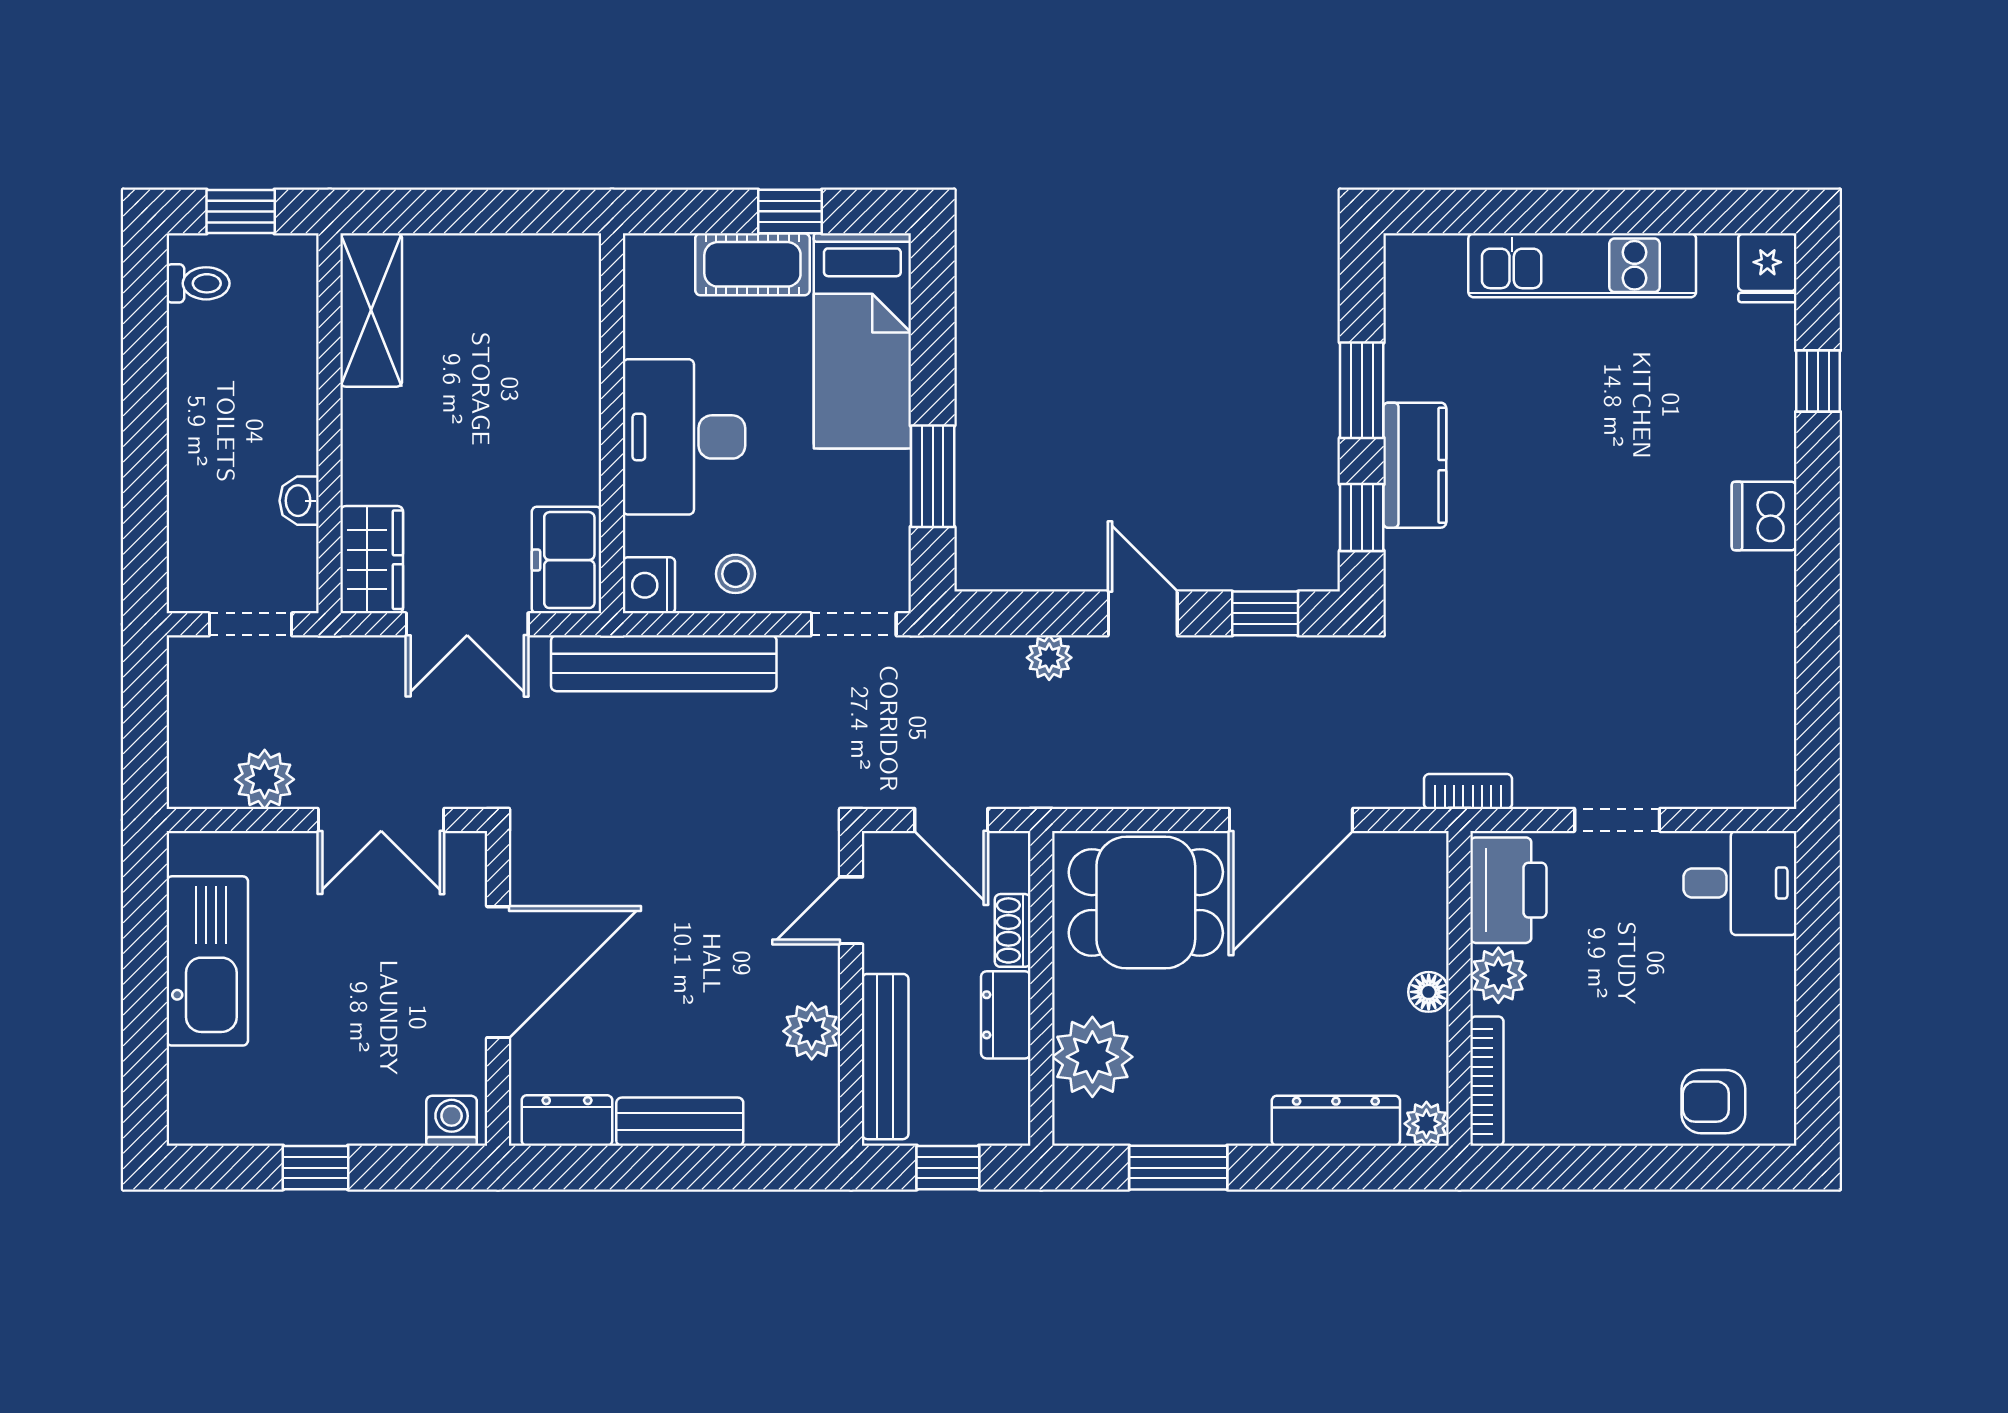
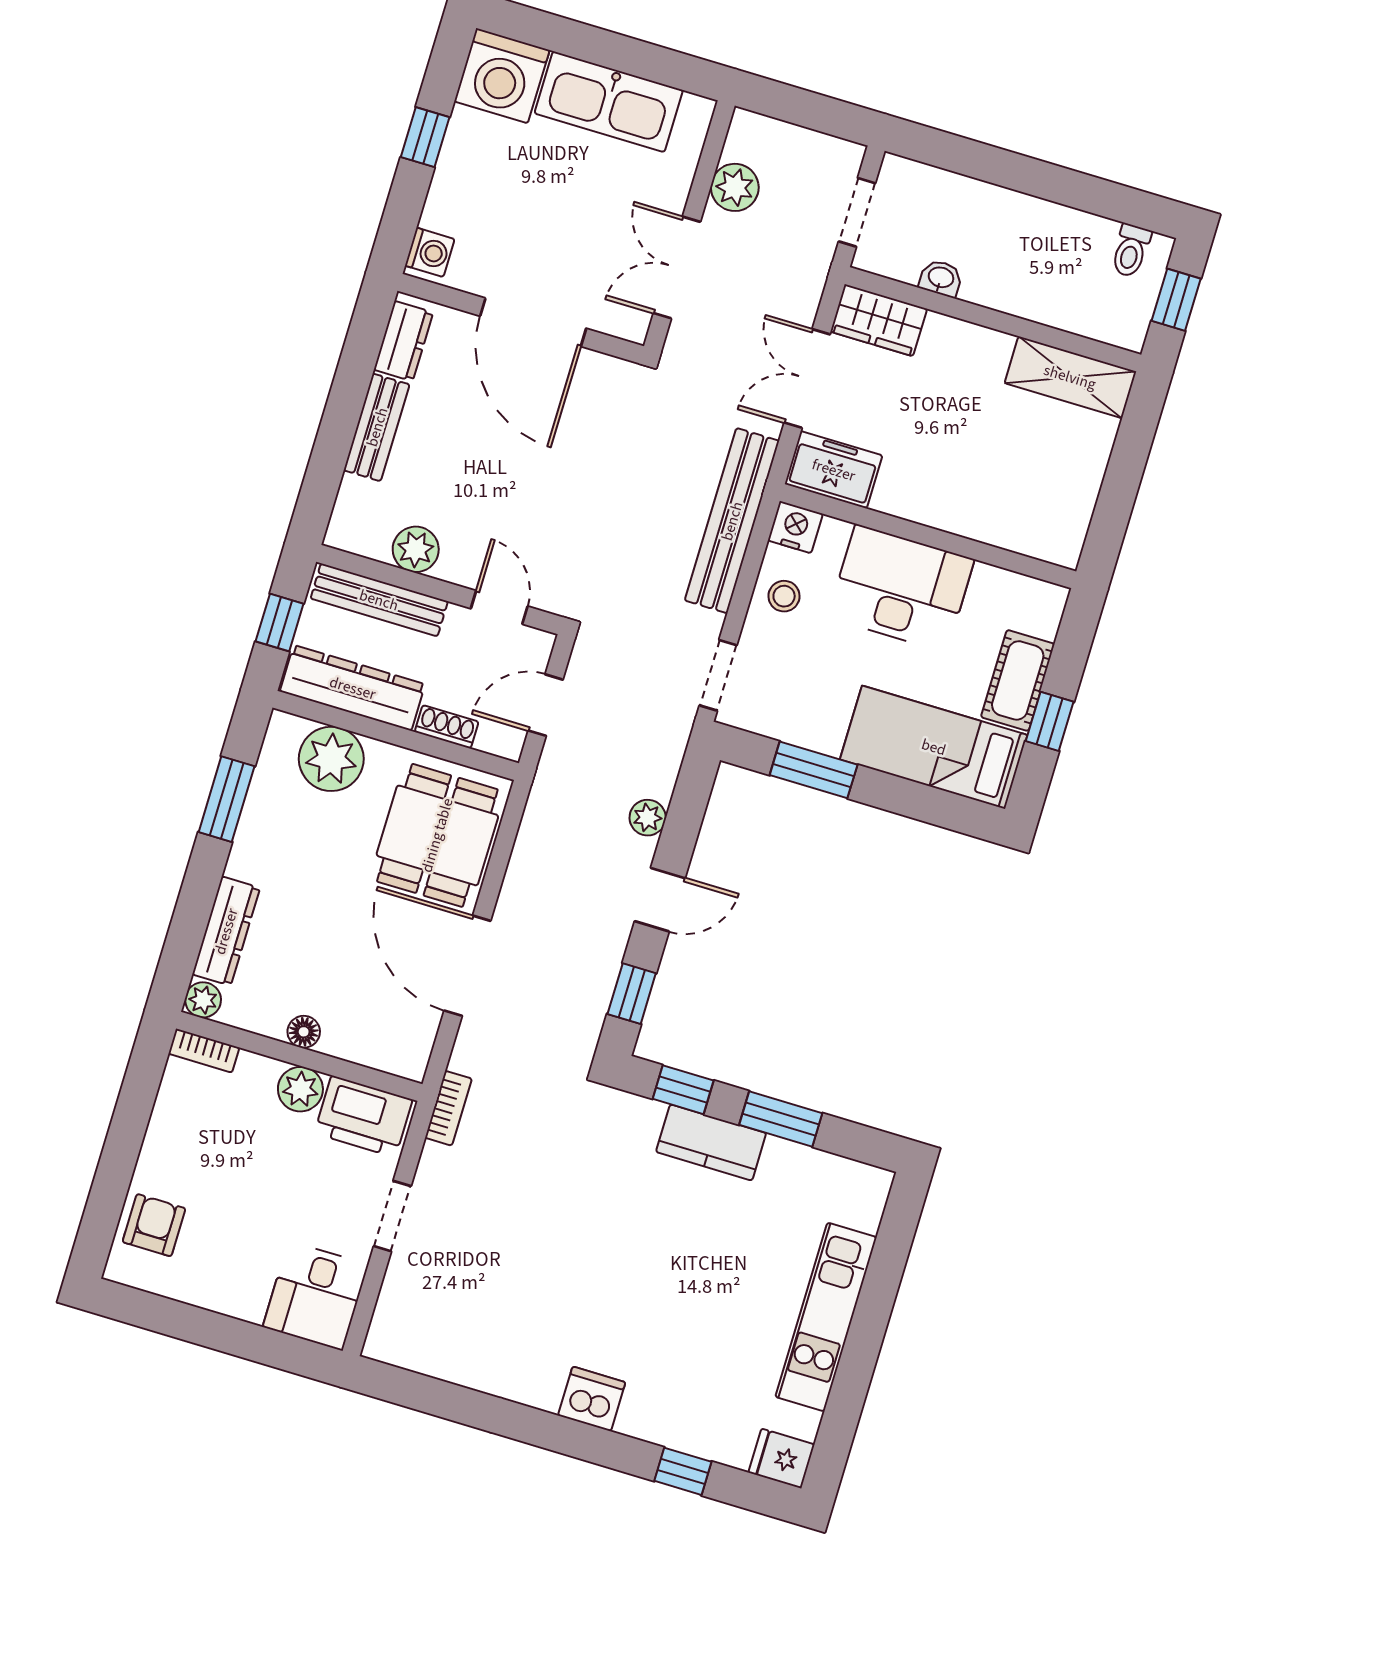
dresser: (1006, 1015) -> (353, 688), width x1.96, depth x1.24
bookcase: (1487, 1081) -> (204, 1051), width x0.64
washing machine: (215, 1098) -> (502, 76), added

